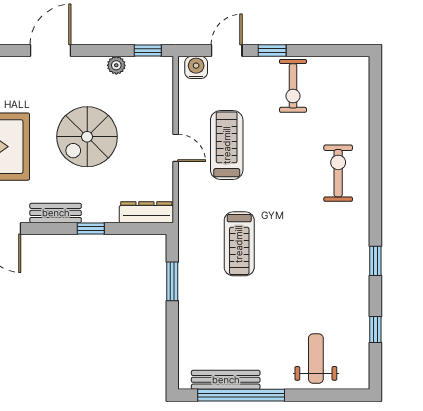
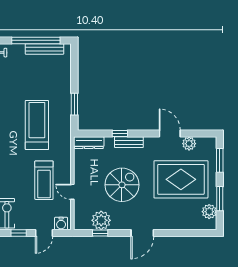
window: (148, 50) -> (100, 233), moved
plant: (116, 65) -> (101, 220), width x1.87, depth x1.87
door: (176, 148) -> (72, 192), moved
bench: (56, 213) -> (129, 142), moved
treadmill: (239, 244) -> (37, 125), width x1.37, depth x1.38

